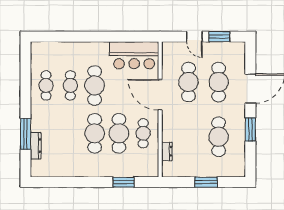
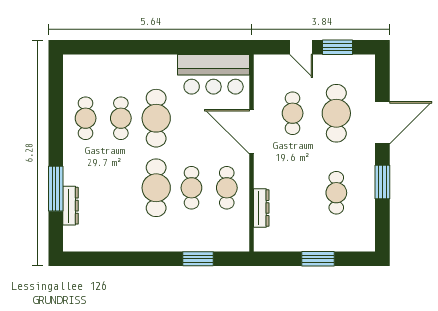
cafe table: (188, 82) -> (293, 113), width x0.73, depth x0.74
cafe table: (119, 133) -> (191, 188), width x0.73, depth x0.74
cafe table: (219, 137) -> (336, 193), width x0.73, depth x0.74
dresser: (167, 151) -> (261, 208), width x1.44

